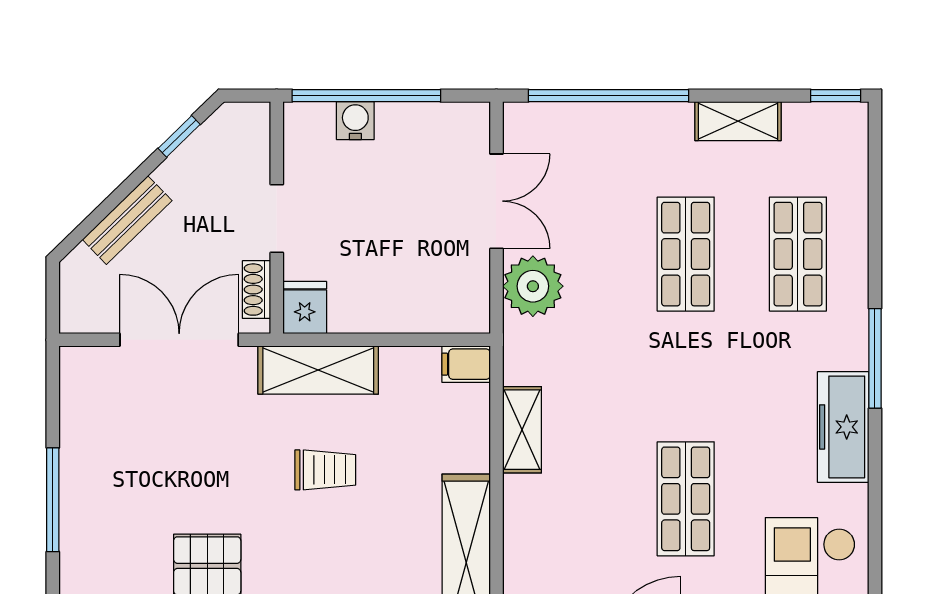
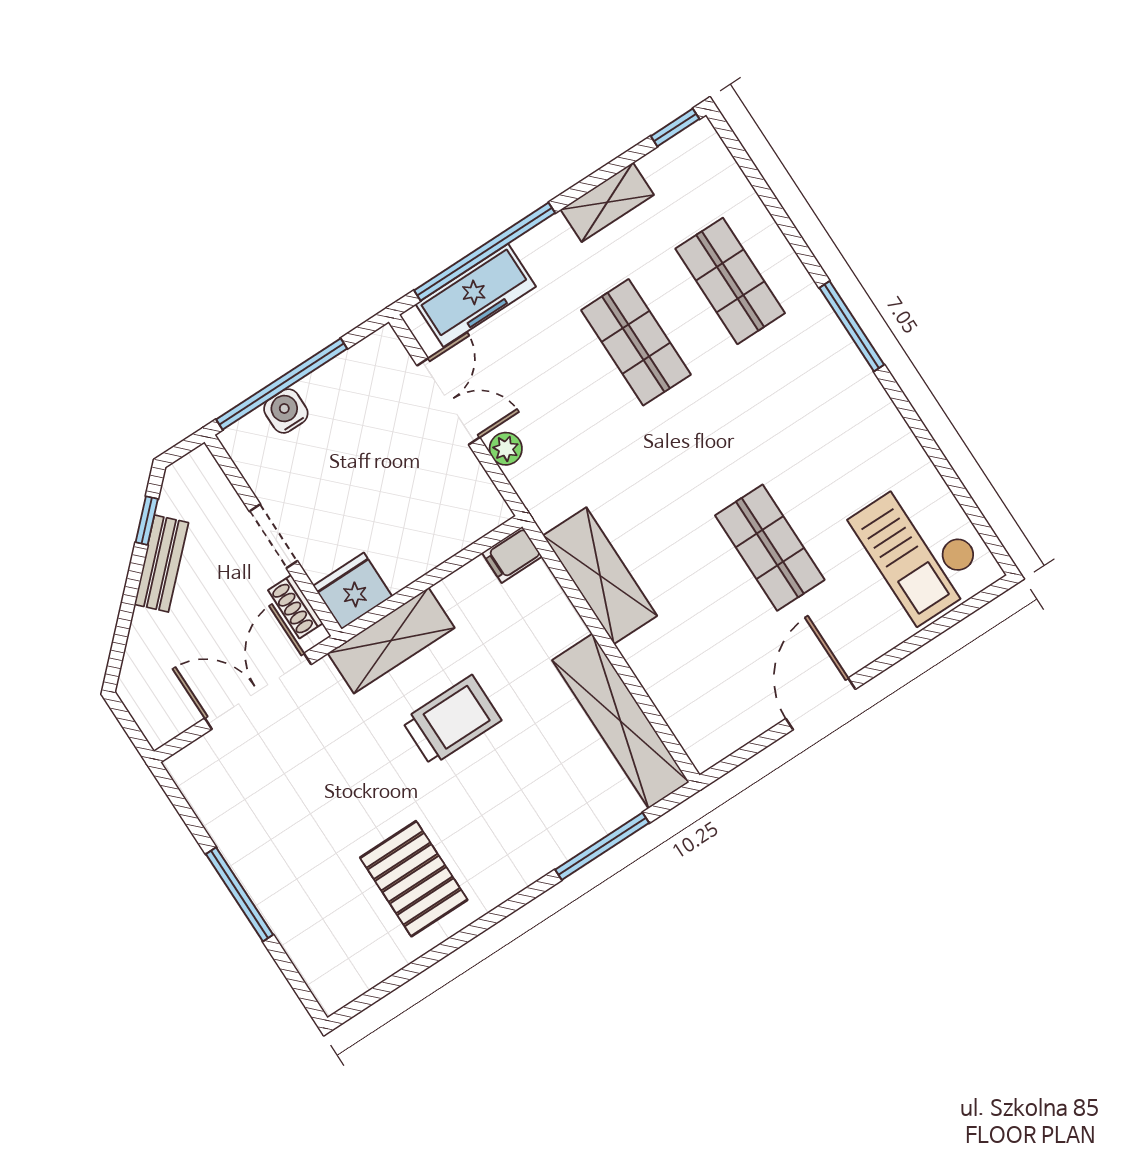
bench: (127, 220) -> (161, 564), moved
plant: (533, 286) -> (506, 449), width x0.53, depth x0.53
fridge: (305, 308) -> (353, 591), width x1.38
freezer: (843, 427) -> (476, 295), moved, turned -90
shelving: (522, 430) -> (600, 576), width x1.50, depth x1.33
trolley: (325, 470) -> (452, 720), width x1.36, depth x1.39

